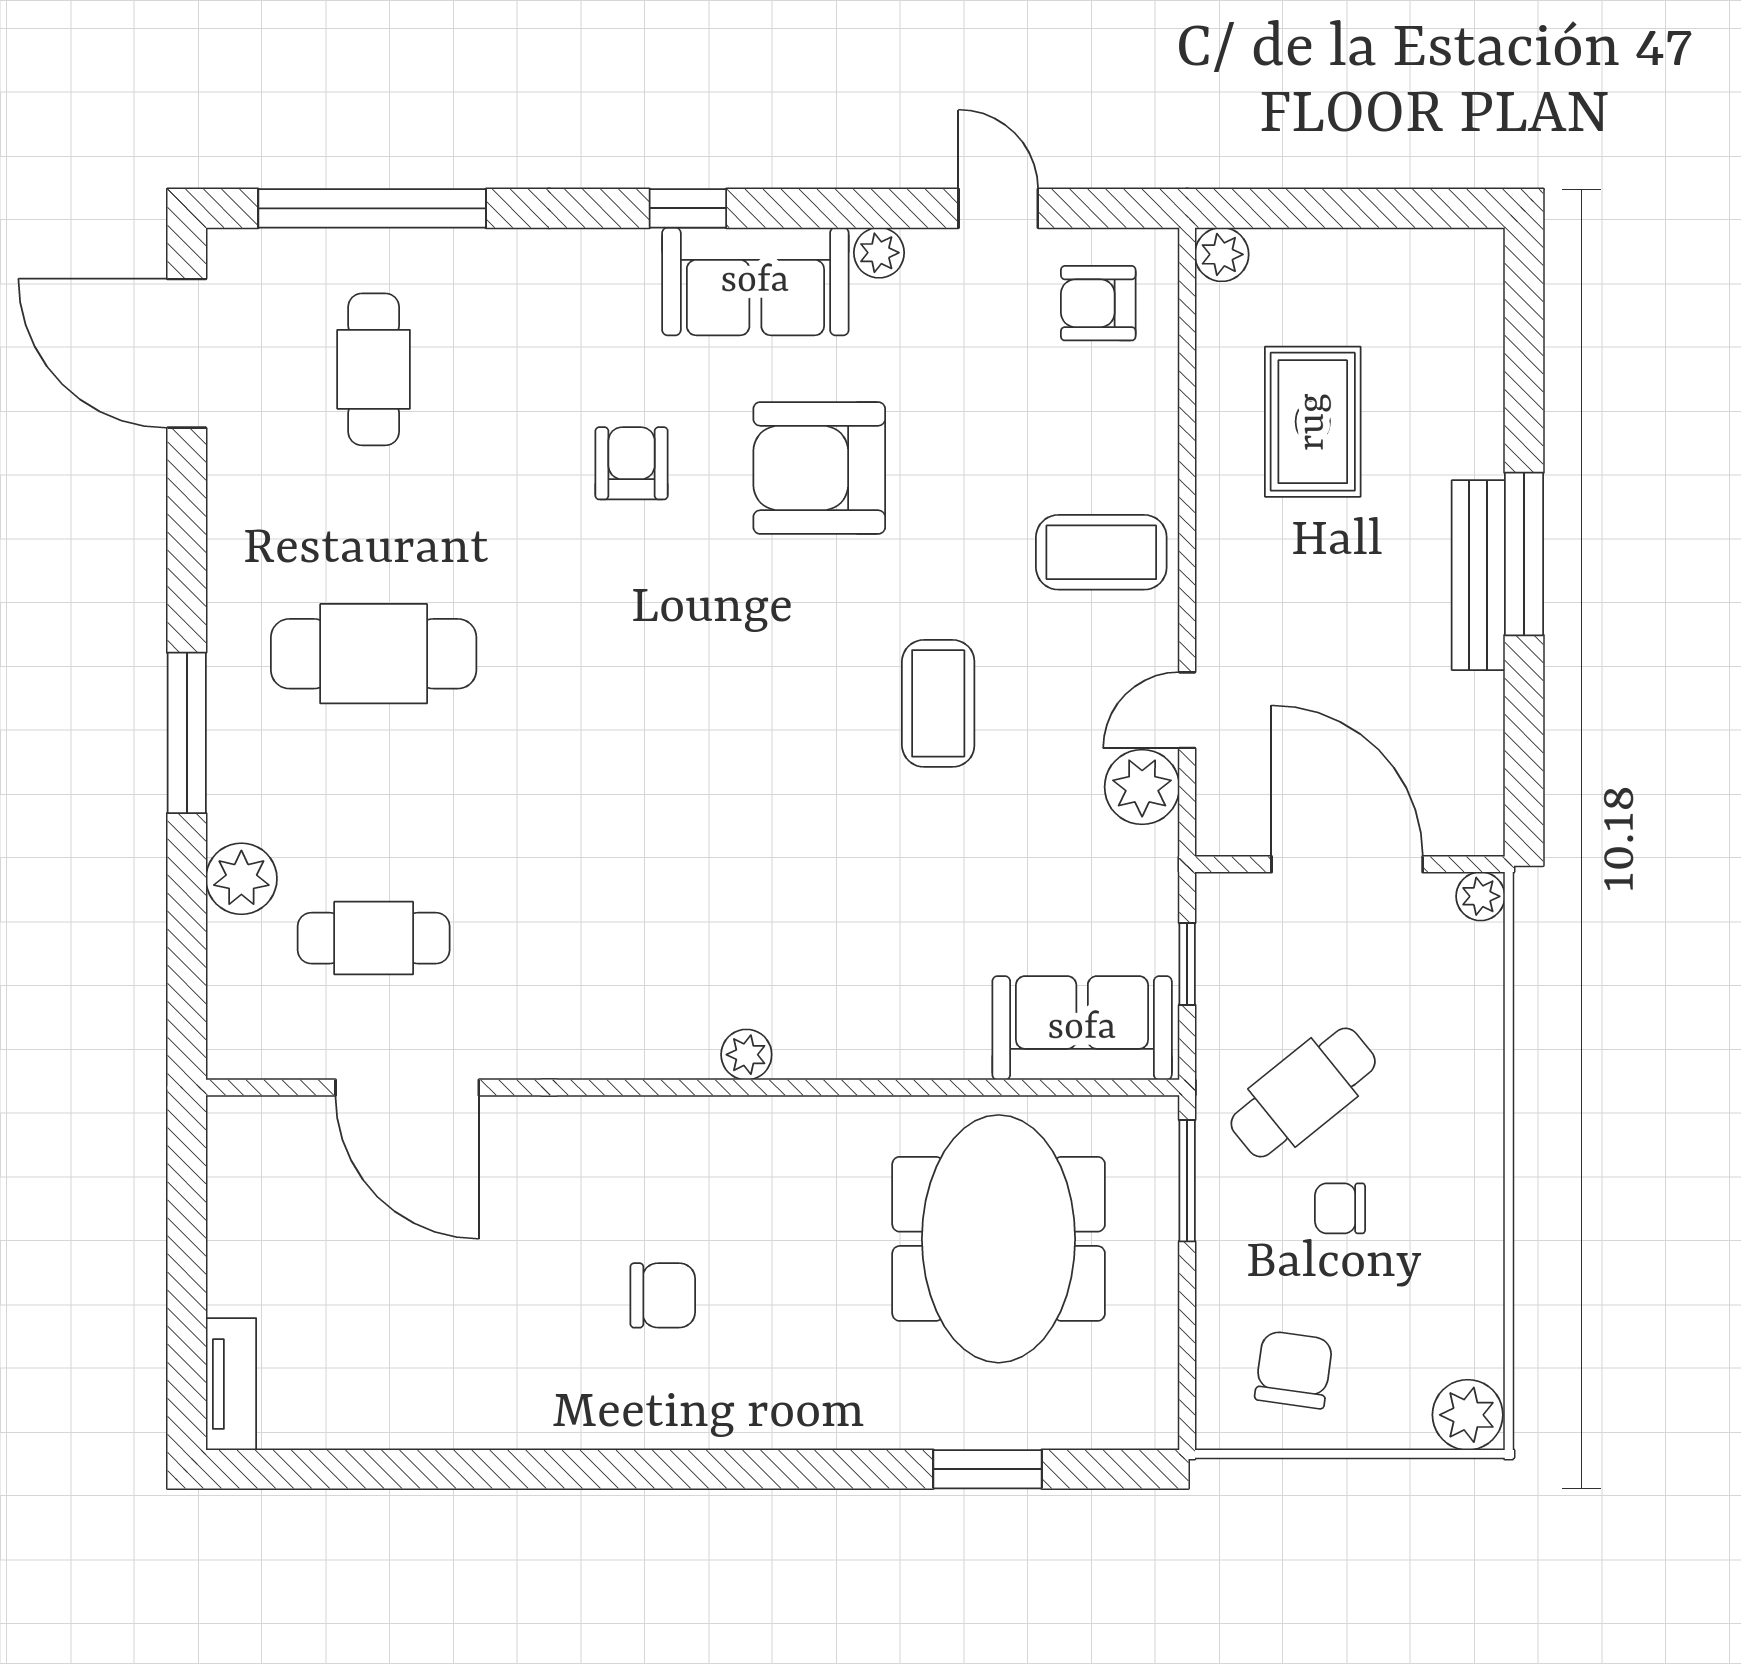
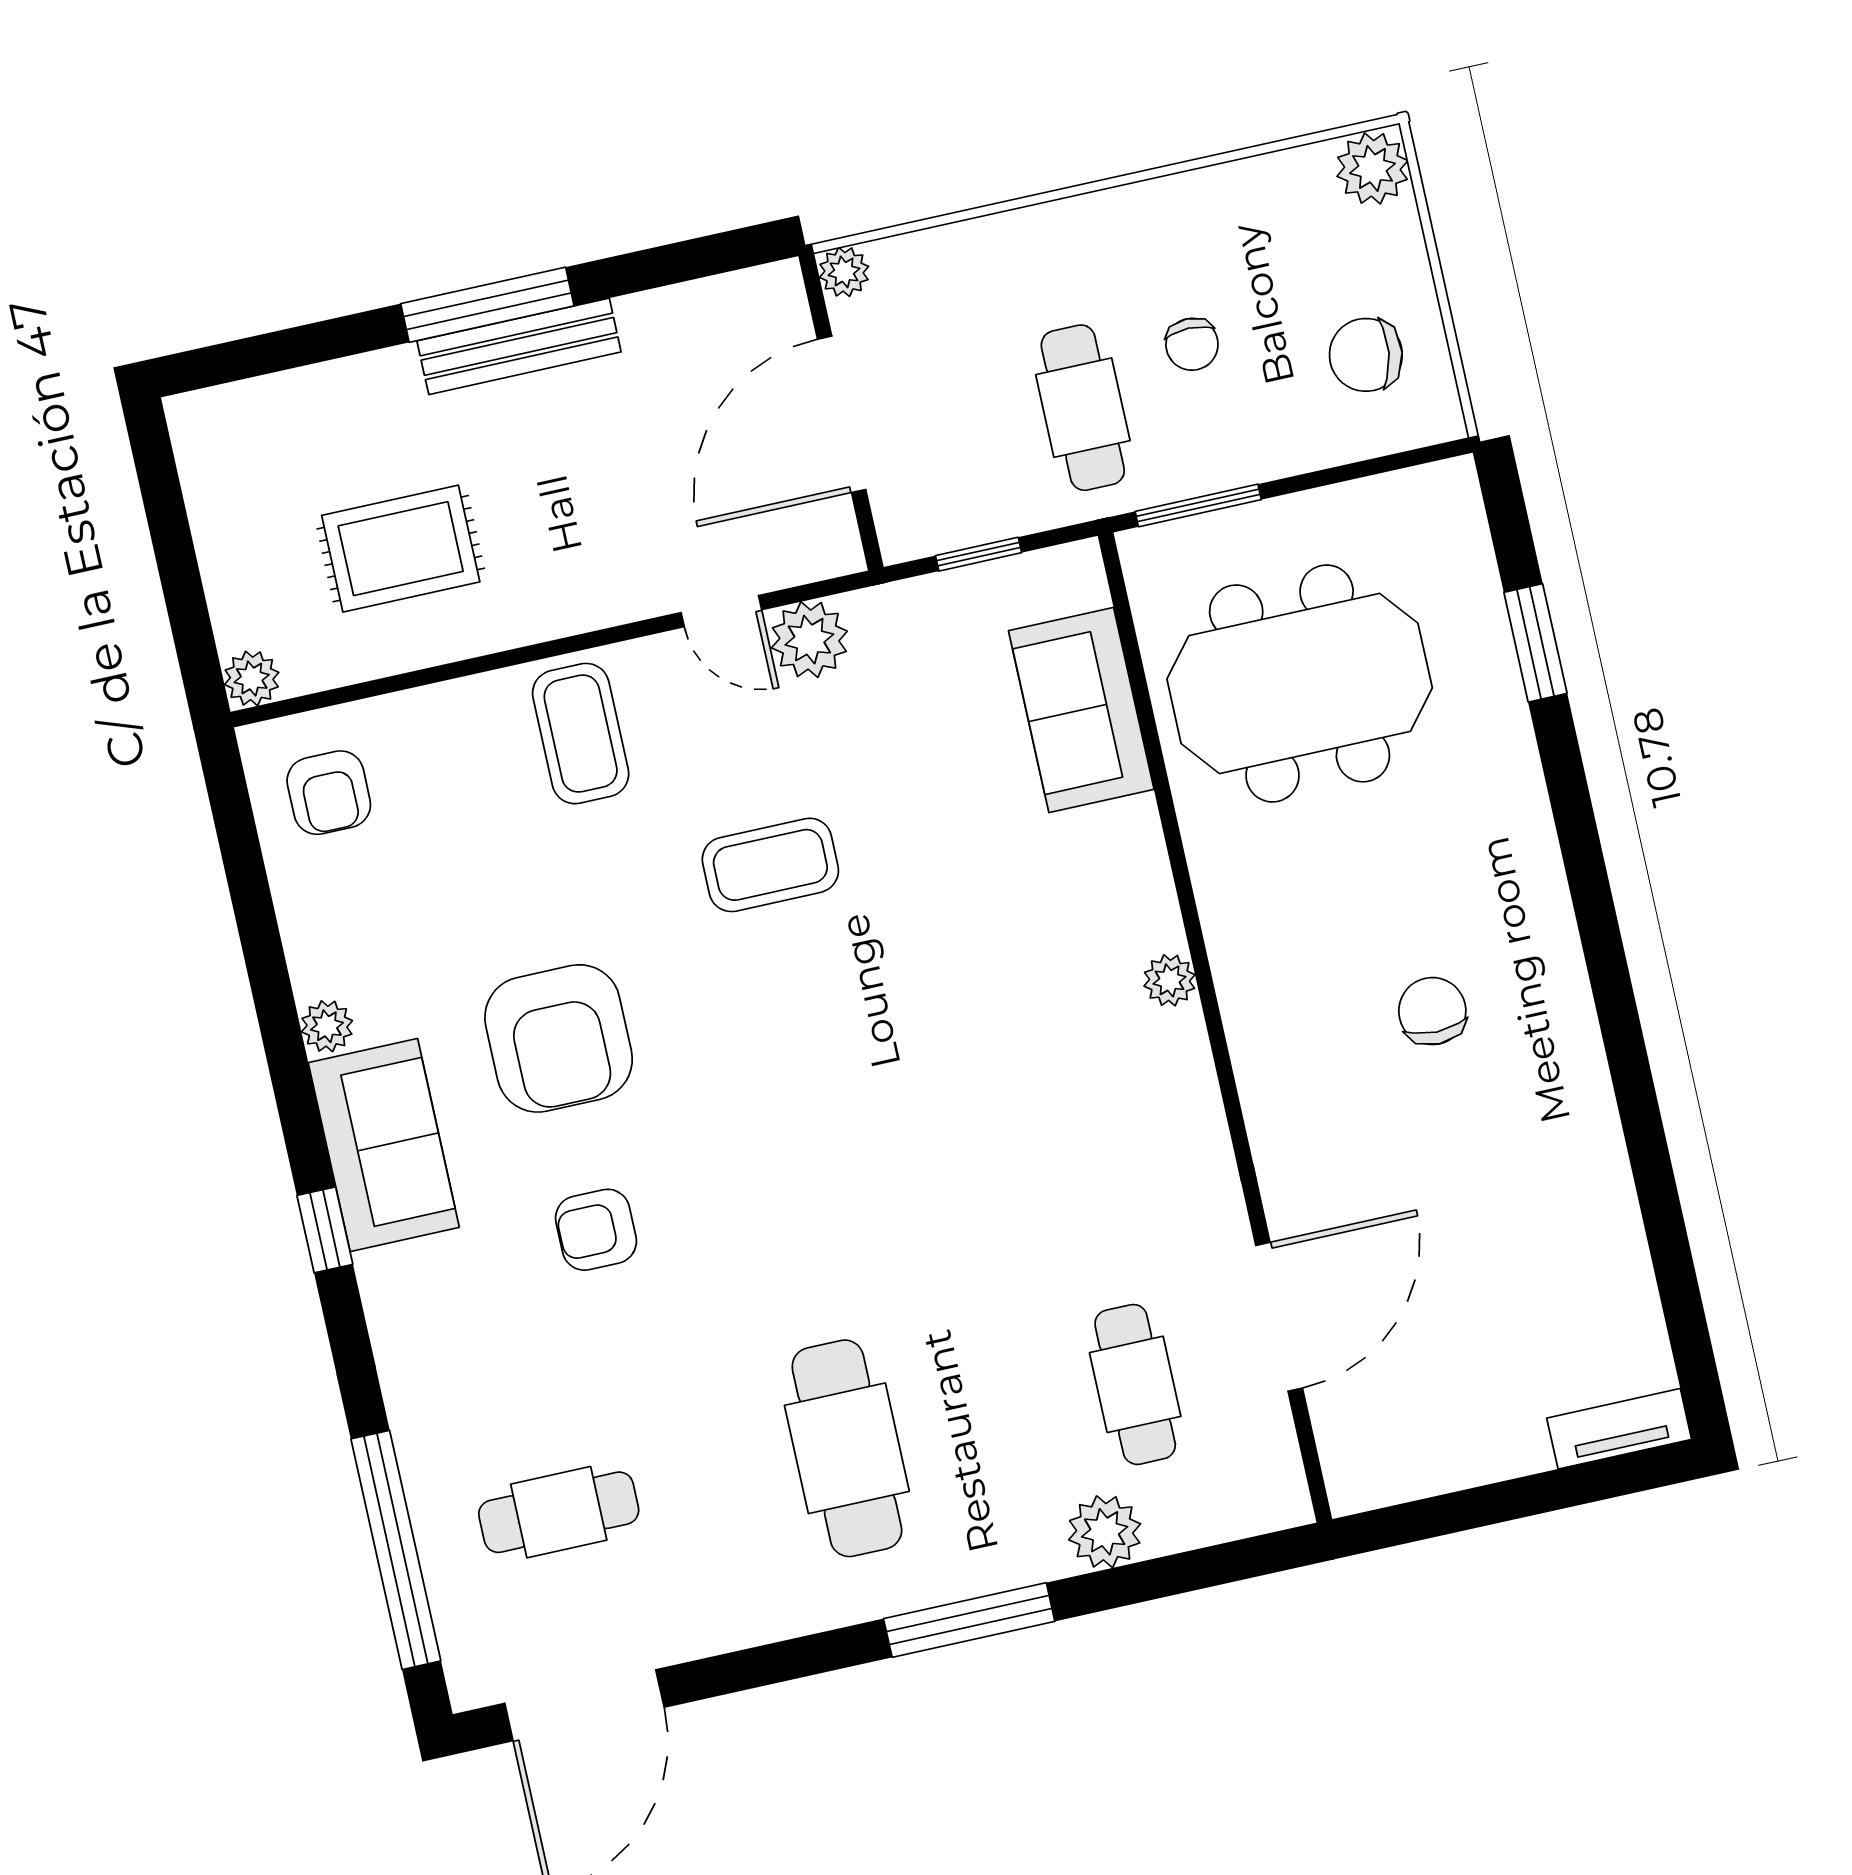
door: (998, 208) -> (255, 915), removed
sofa: (1082, 1028) -> (1081, 710), moved
cafe table: (1303, 1092) -> (1083, 408), turned 39

